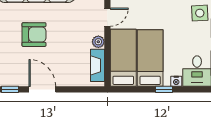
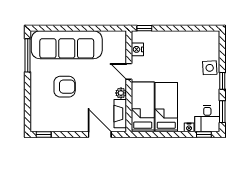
door: (107, 17) -> (129, 71), swing flipped
door: (42, 89) -> (100, 135), moved
window: (164, 89) -> (204, 135), moved

